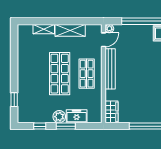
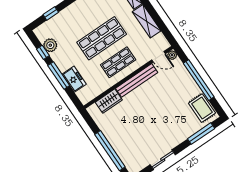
wardrobe: (111, 112) -> (109, 101), moved
plant: (59, 117) -> (50, 45), moved
window: (66, 126) -> (59, 75), width x1.44

